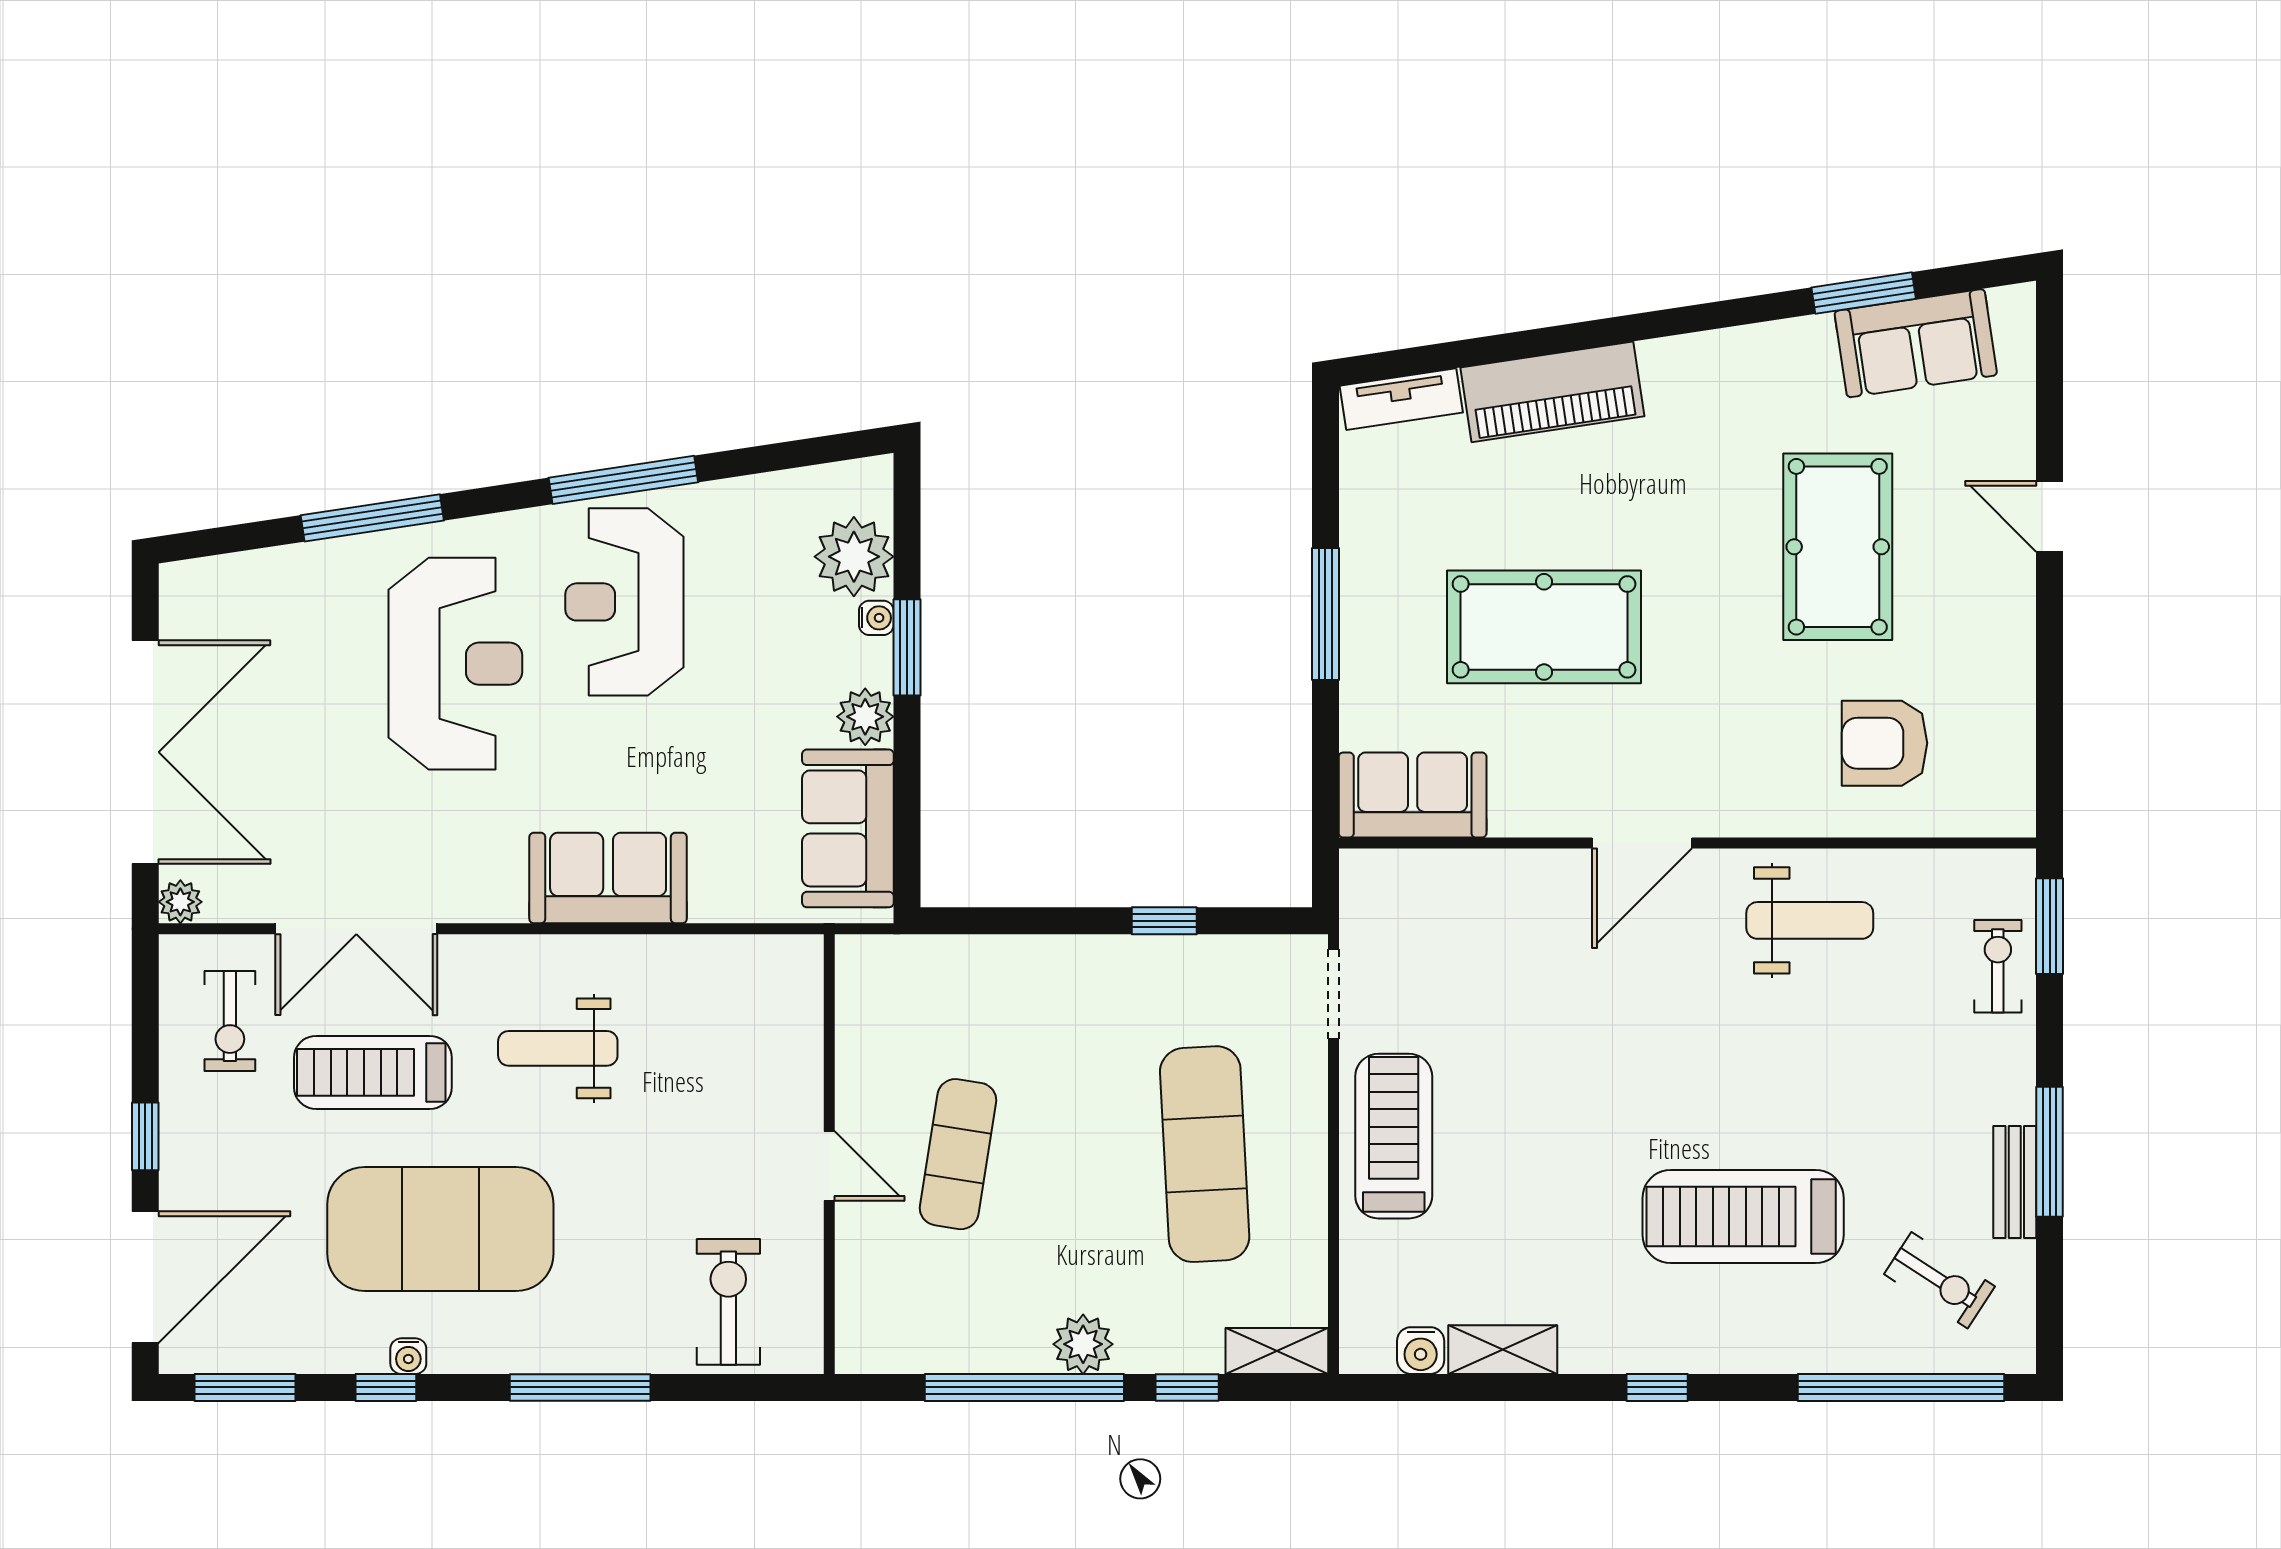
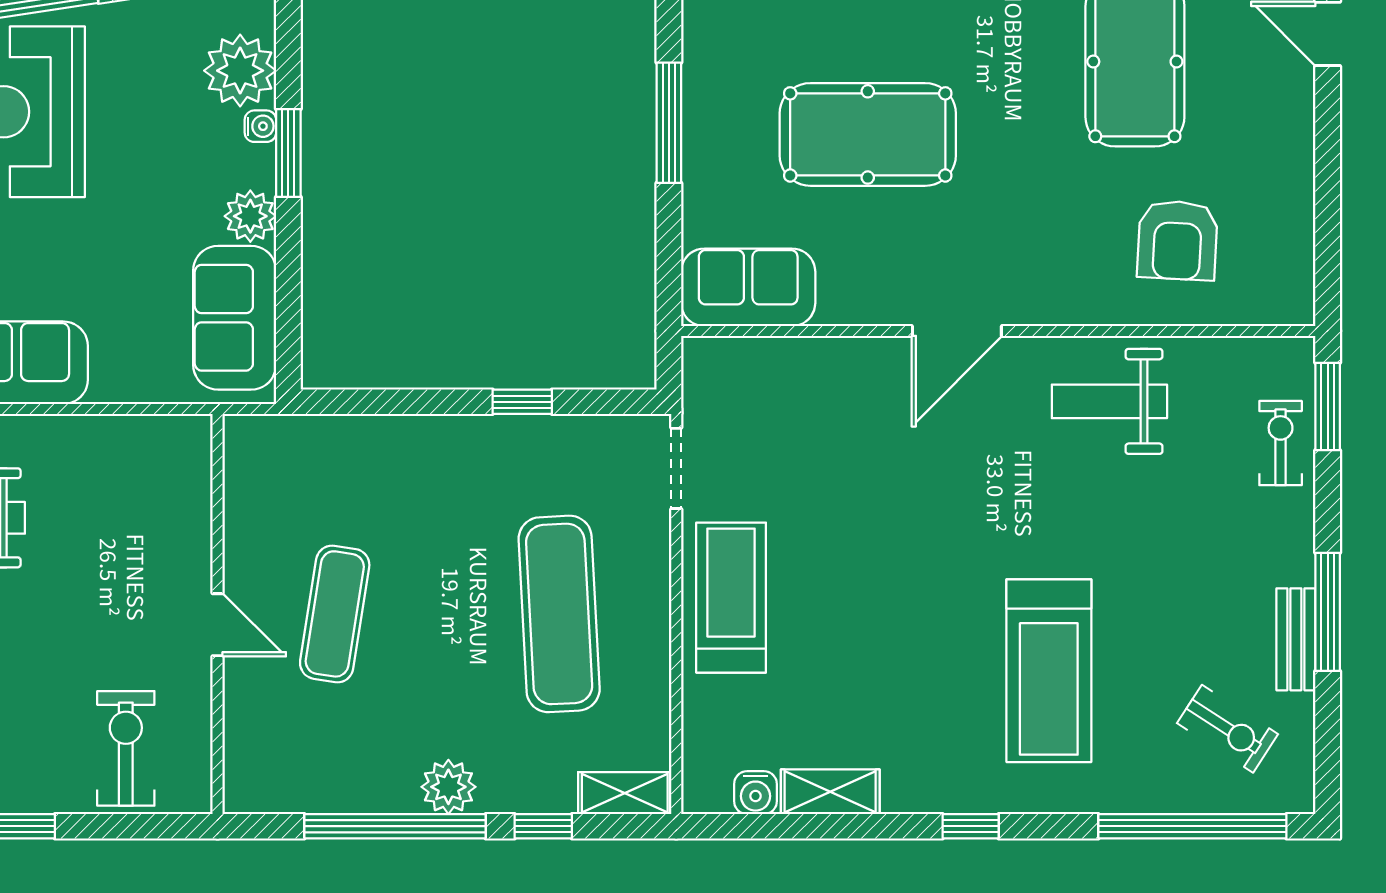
armchair: (1884, 743) -> (1177, 240), turned -87
weight bench: (1810, 920) -> (1109, 401), turned 180
treadmill: (1743, 1216) -> (1049, 671), turned -90

